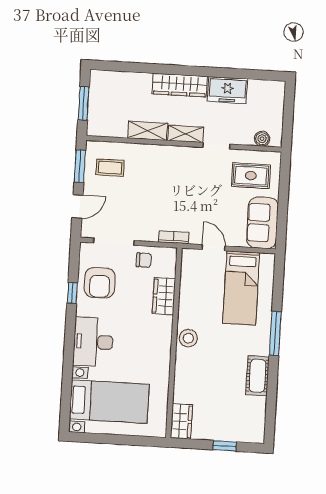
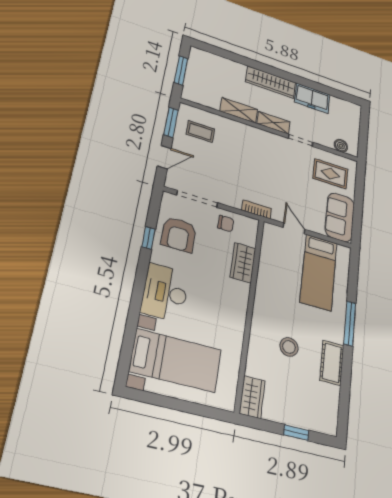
stool: (188, 338) -> (289, 347), moved

